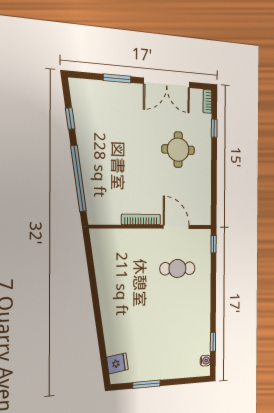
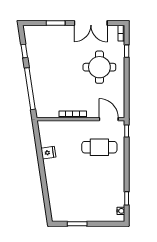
round table: (178, 150) -> (99, 67), width x1.36, depth x1.36
door: (176, 227) -> (109, 119), moved
cafe table: (177, 268) -> (99, 147), width x1.37, depth x1.35
fridge: (117, 363) -> (48, 153), moved

